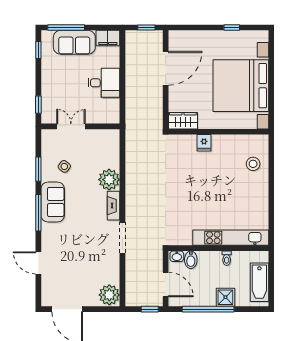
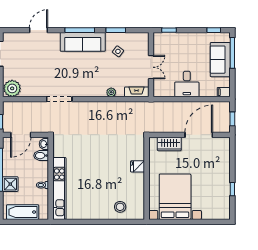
filing cabinet: (108, 38) -> (224, 92), width x0.50
door: (166, 68) -> (199, 135), swing flipped
bed with nightstands: (241, 86) -> (175, 197), width x0.73
wardrobe: (183, 121) -> (169, 144), moved, turned 90
double door: (71, 126) -> (151, 67), moved
plant: (109, 180) -> (111, 92), width x0.53, depth x0.53
sofa: (53, 202) -> (83, 42), width x1.36
fireplace: (113, 206) -> (137, 92), moved

